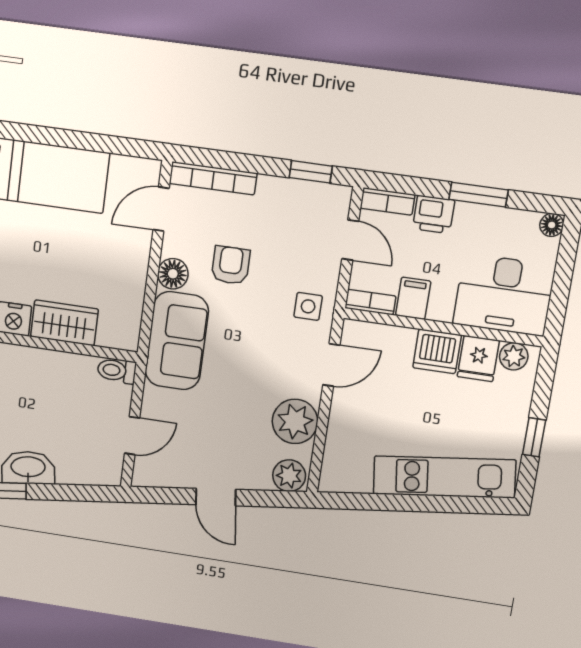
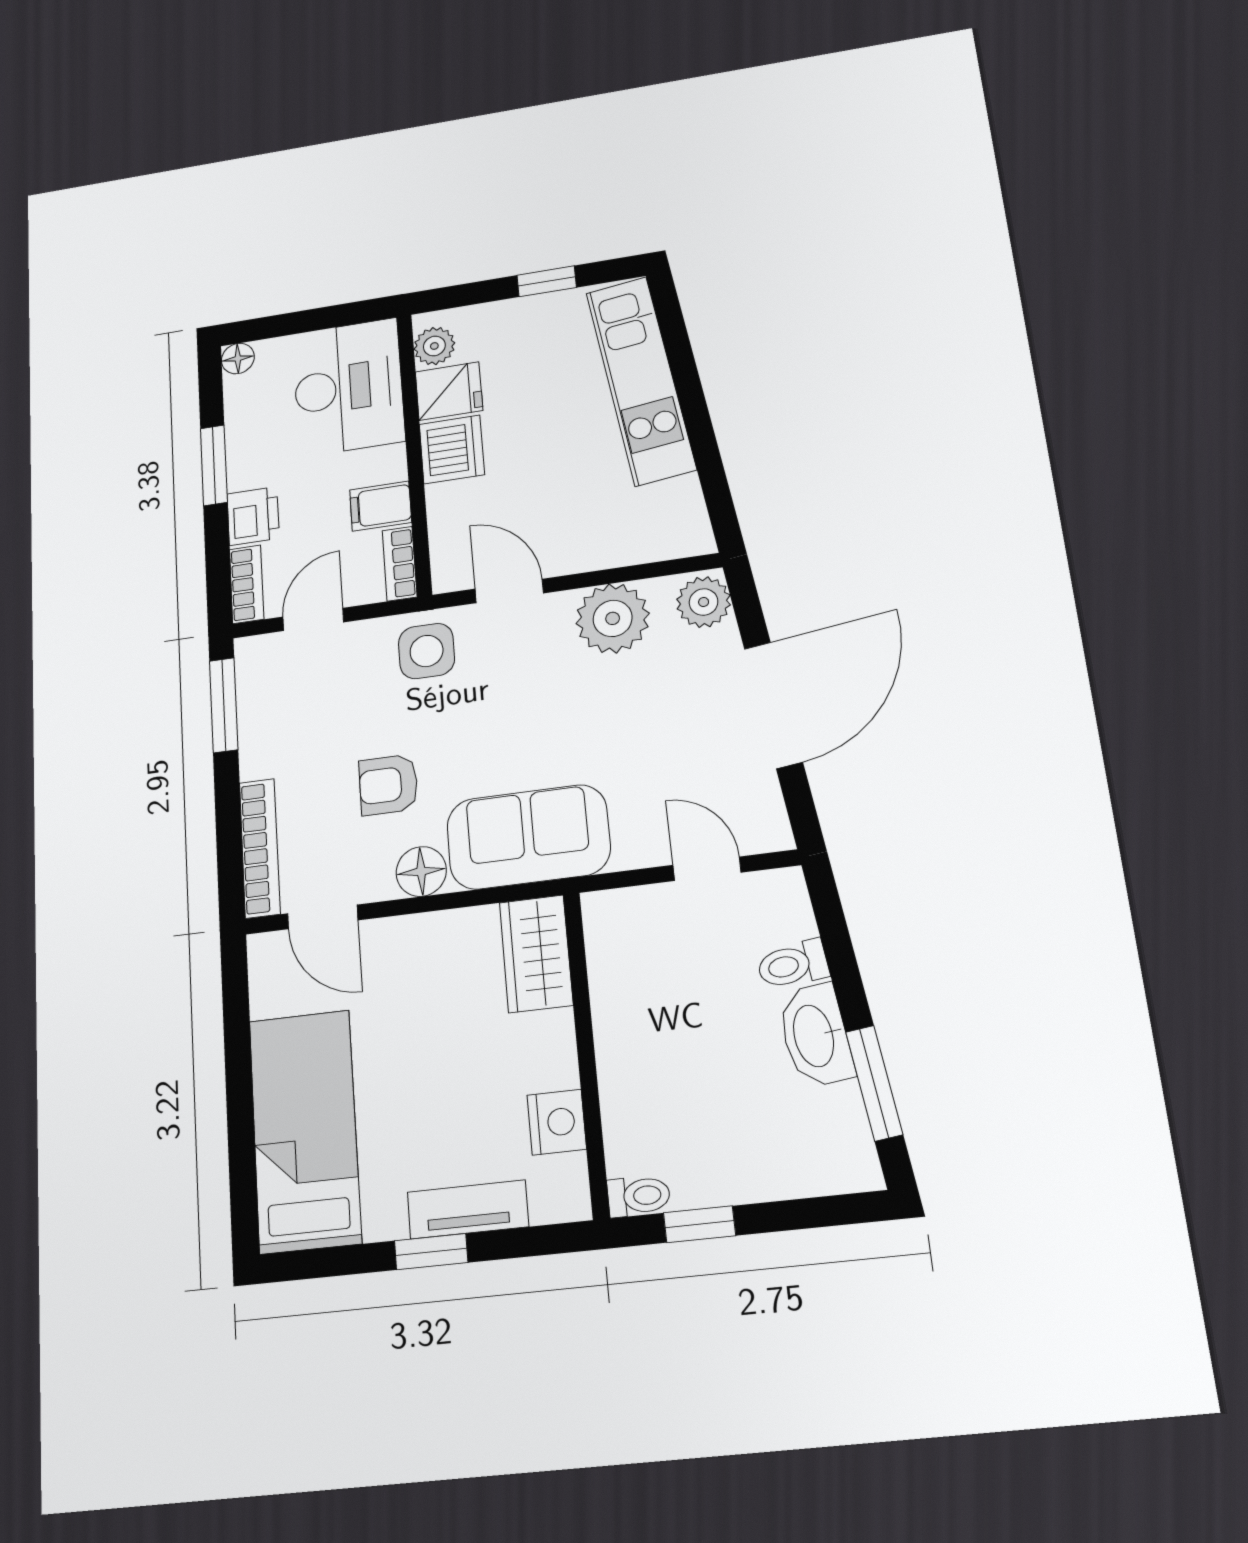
window: (311, 172) -> (224, 705), width x1.50
side table: (308, 306) -> (427, 651), width x1.37, depth x1.37
wardrobe: (64, 323) -> (536, 954), moved
toilet: (117, 371) -> (793, 965), moved, turned 83
door: (216, 497) -> (773, 705), width x1.88

